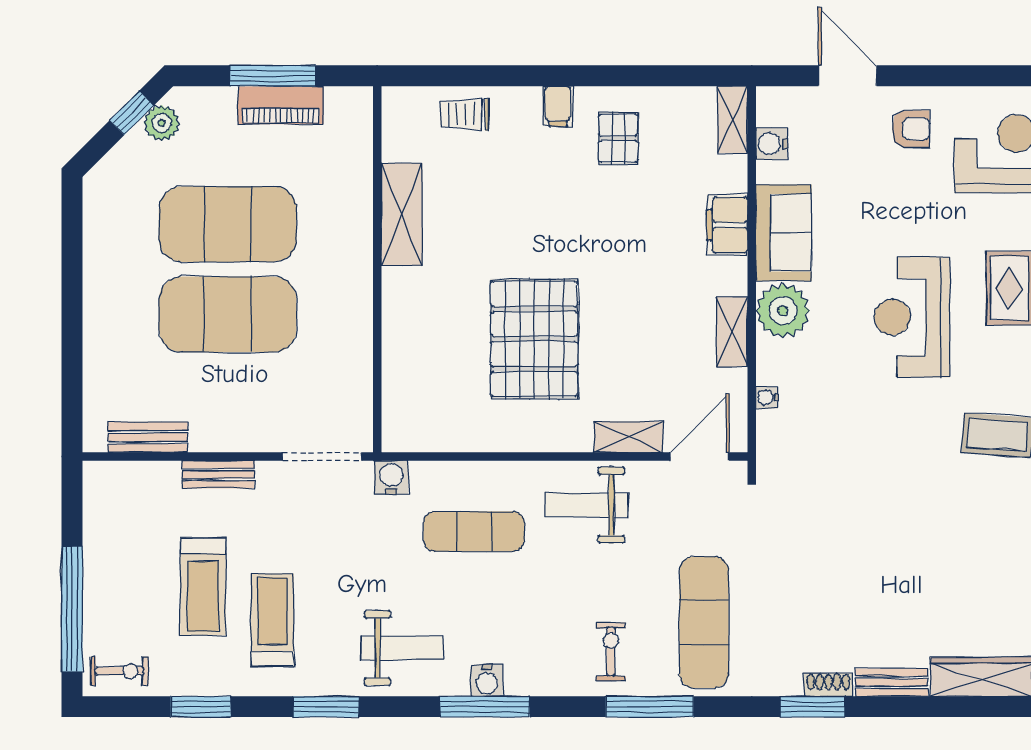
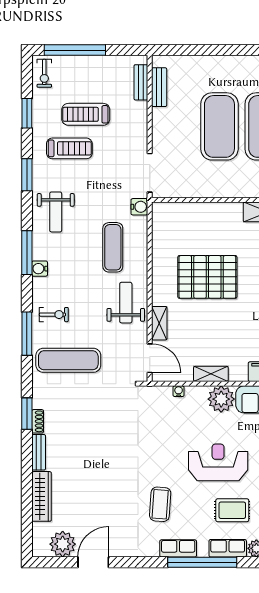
bench: (218, 474) -> (141, 82), moved
water cooler: (487, 681) -> (40, 269), moved

